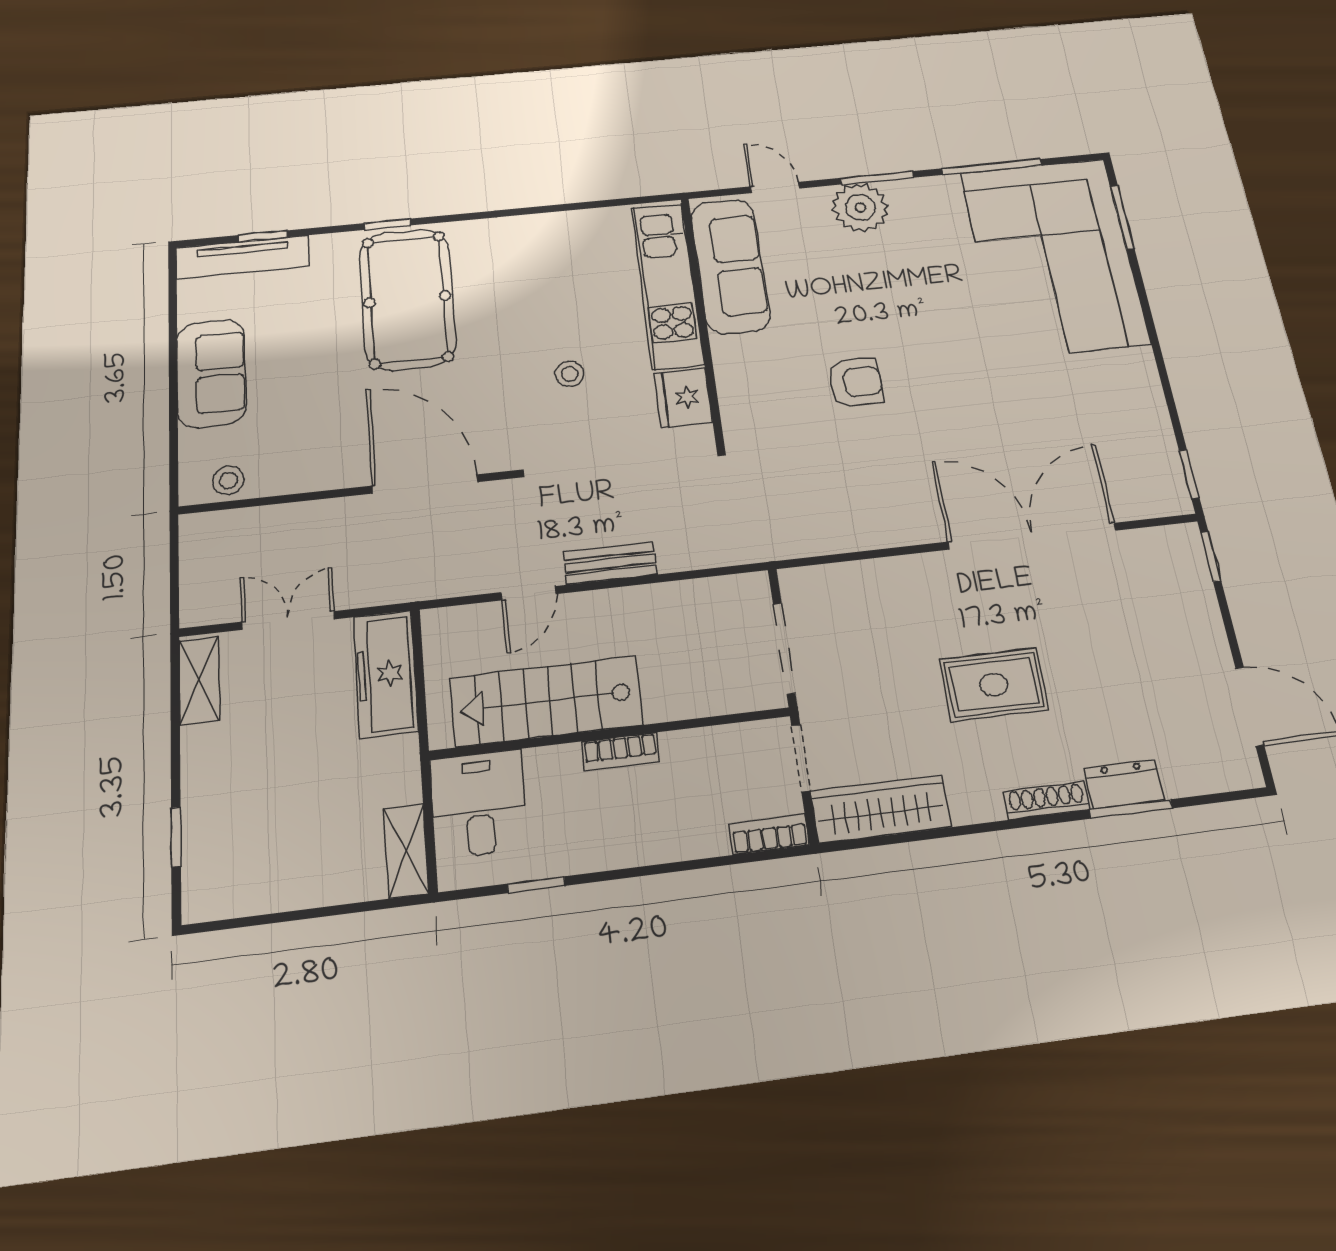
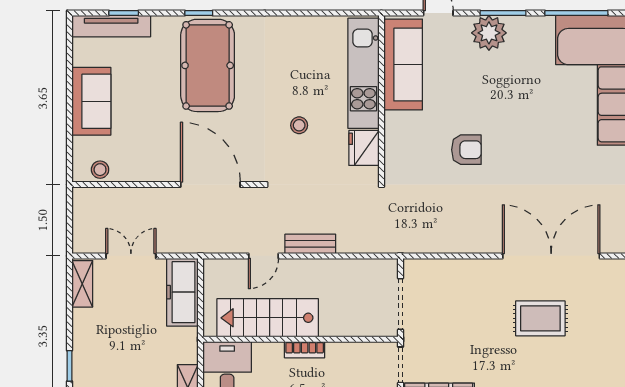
rug: (994, 685) -> (540, 318), moved

